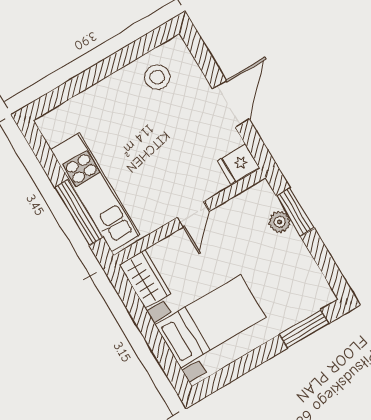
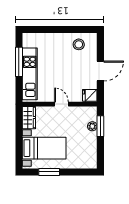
window: (79, 212) -> (19, 62), moved
door: (193, 214) -> (62, 104), swing flipped
window: (304, 329) -> (49, 172), moved

